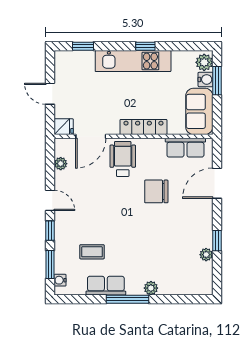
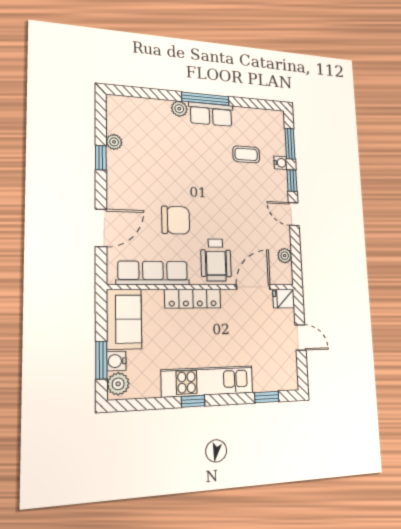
row of seats: (185, 148) -> (153, 273), width x1.48
water cooler: (60, 280) -> (281, 163), moved
row of seats: (106, 286) -> (211, 114), moved

